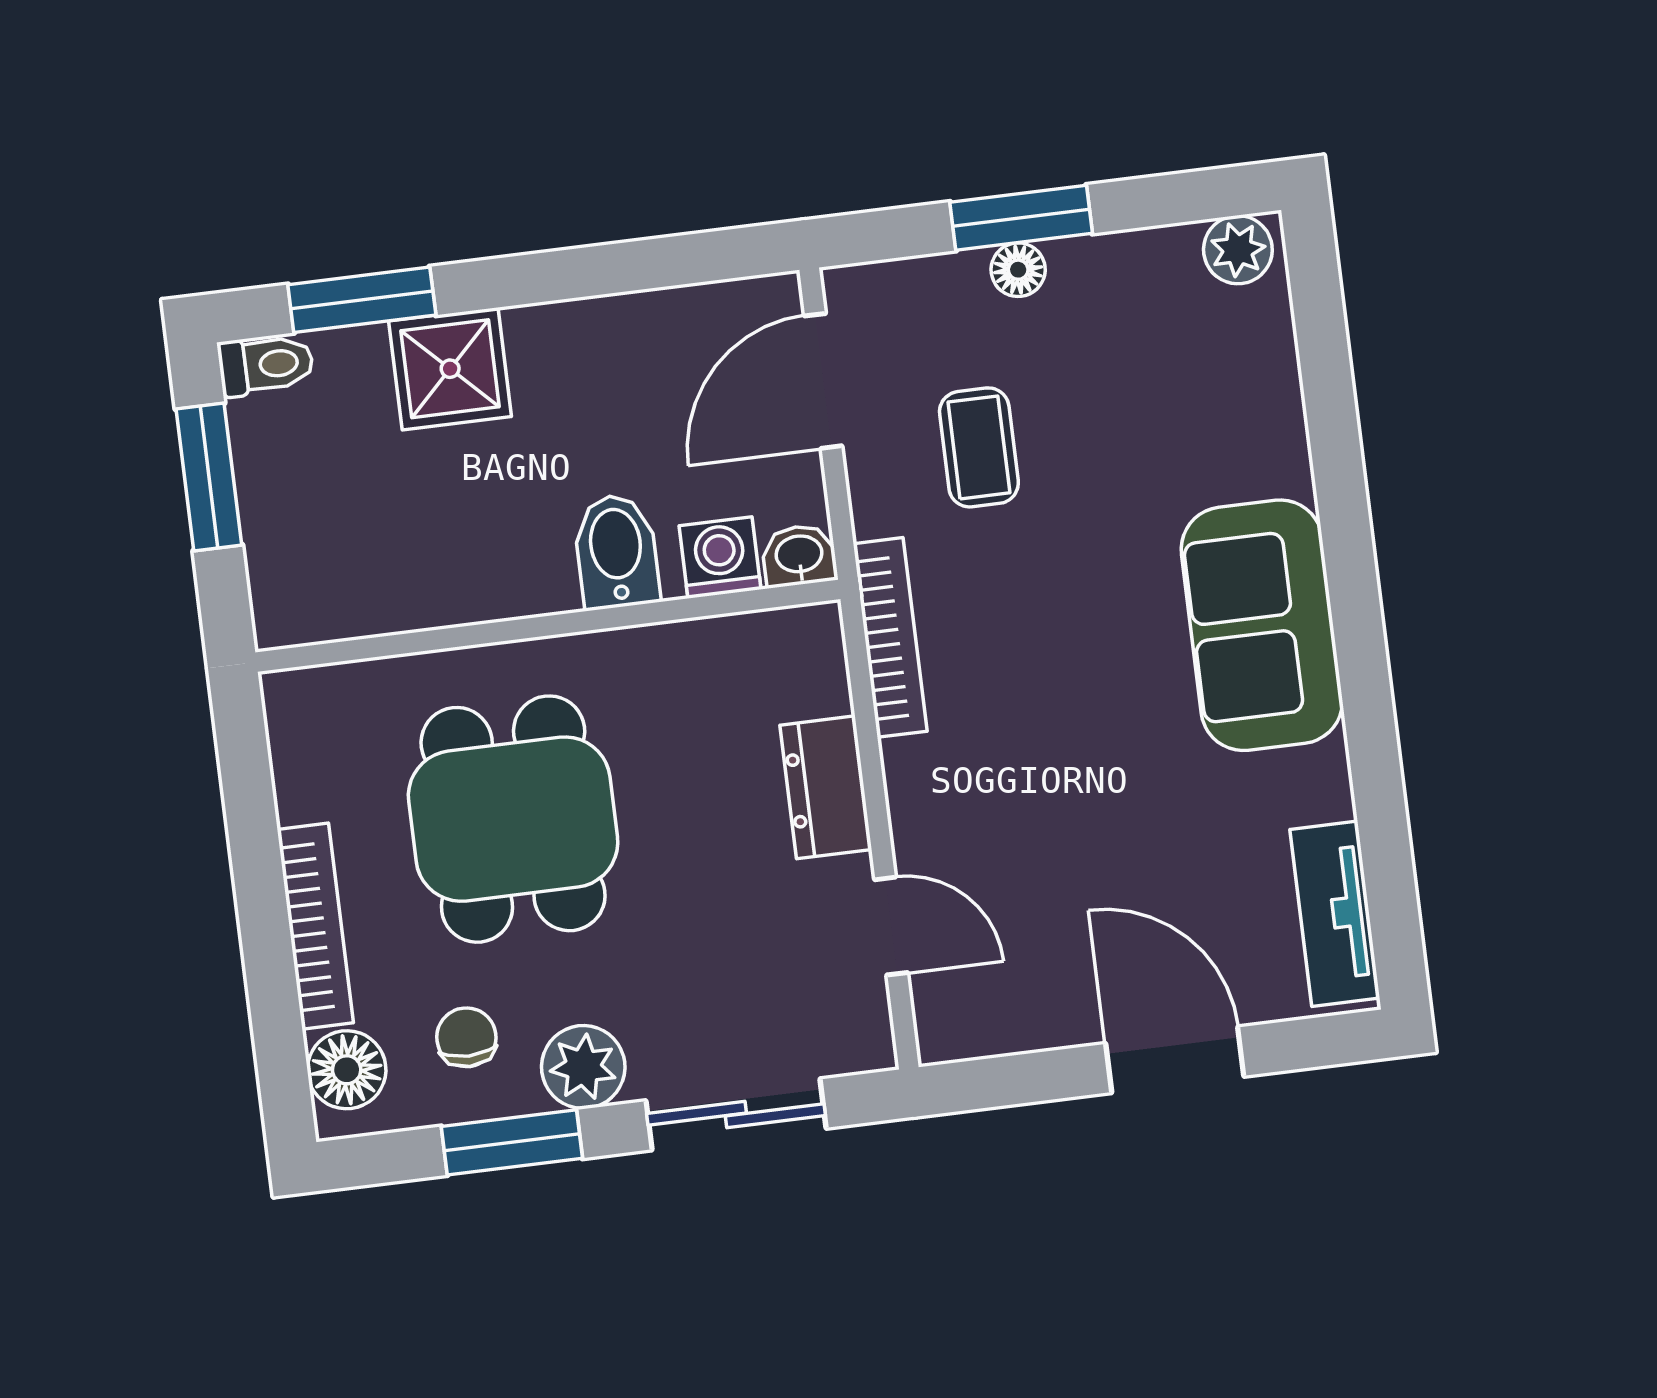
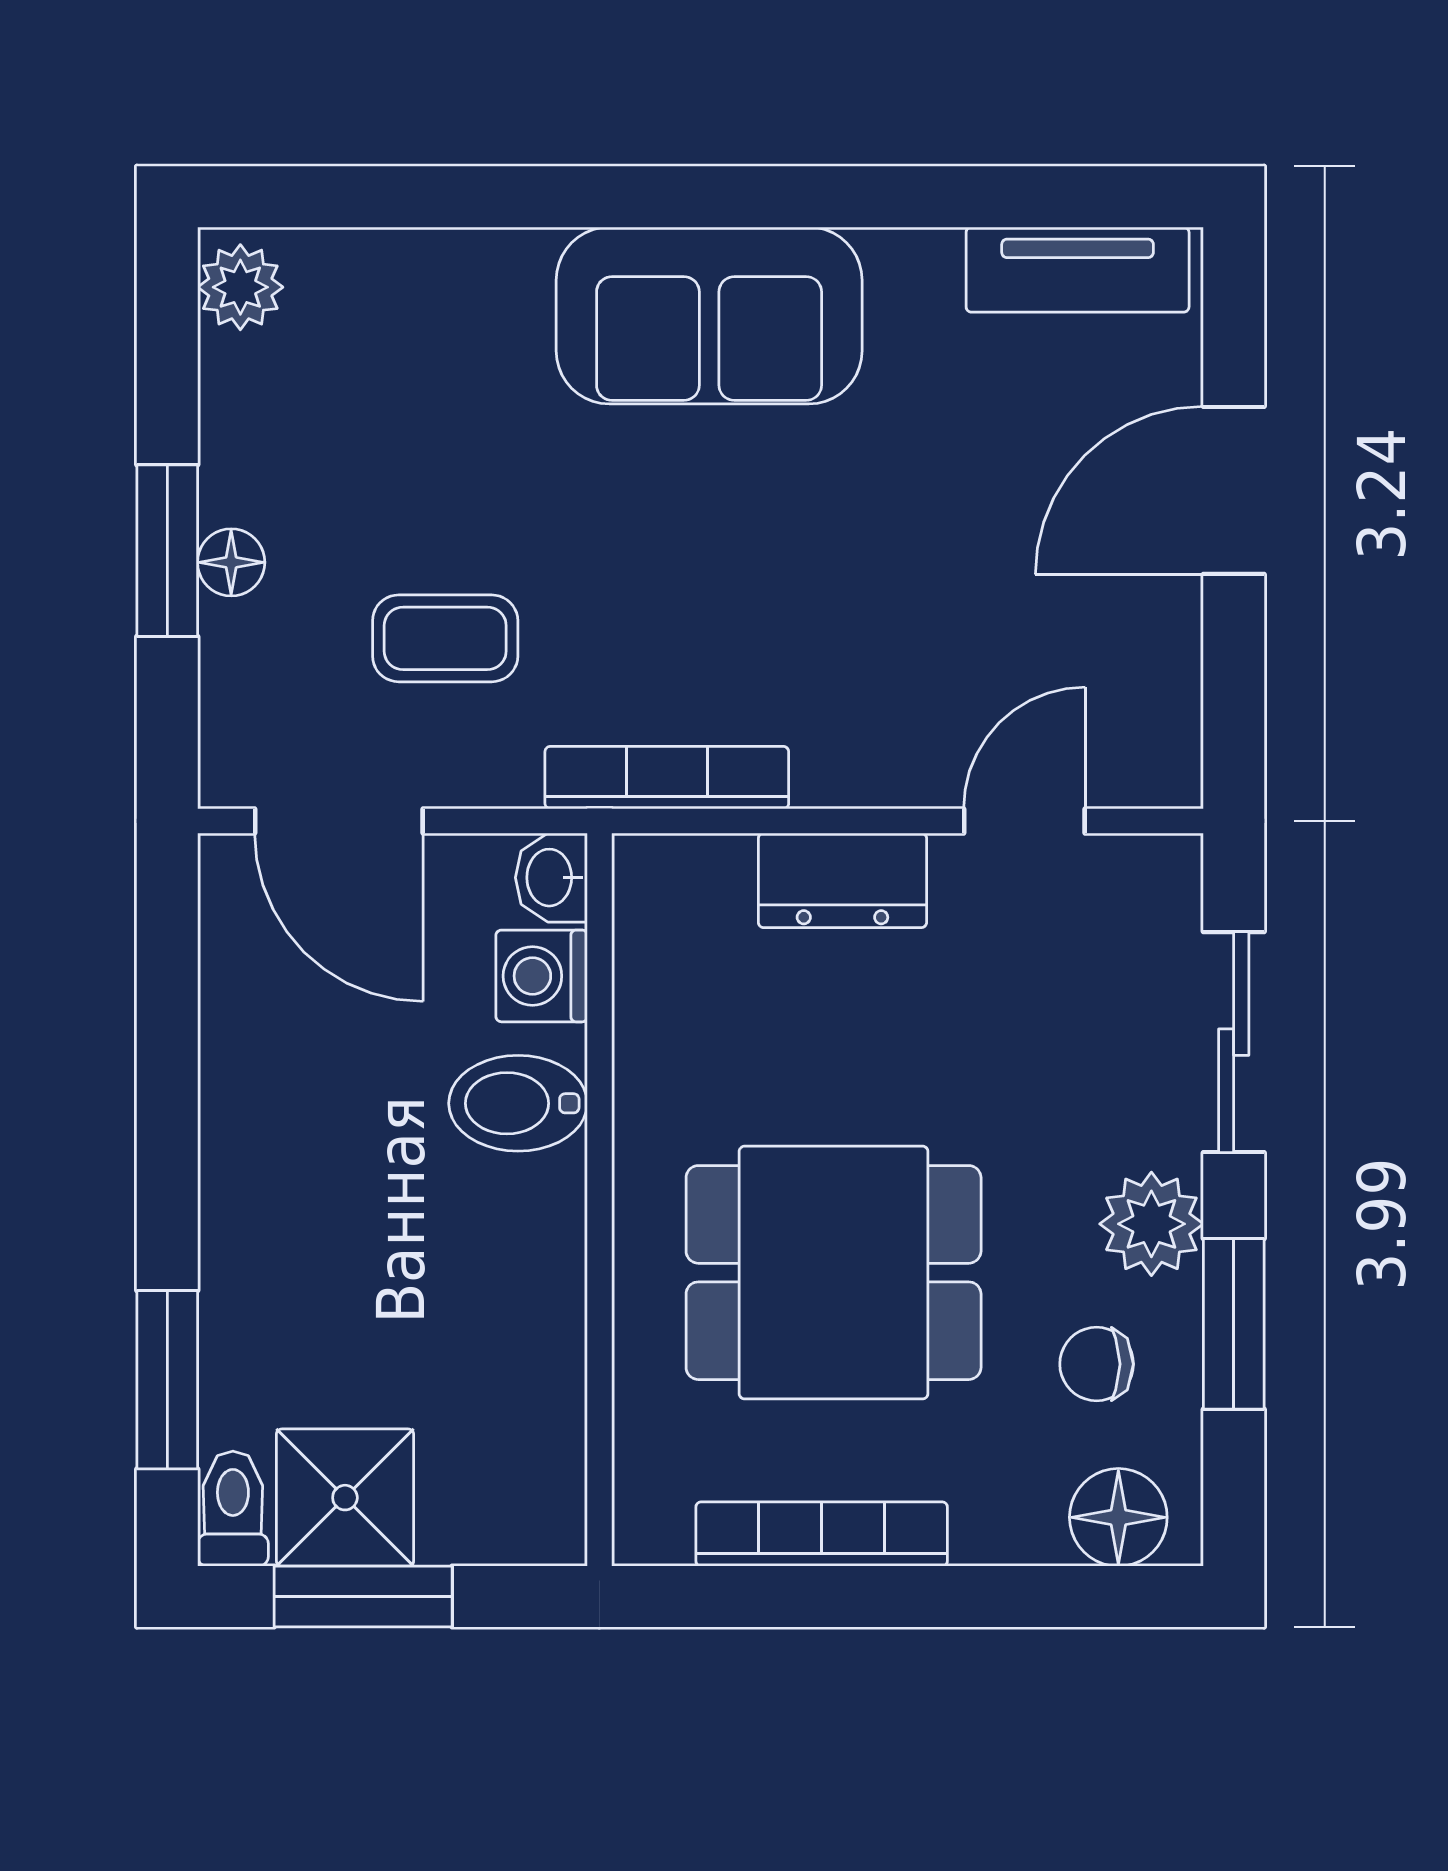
shower: (450, 369) -> (345, 1498), moved
bookcase: (315, 926) -> (822, 1534), moved

